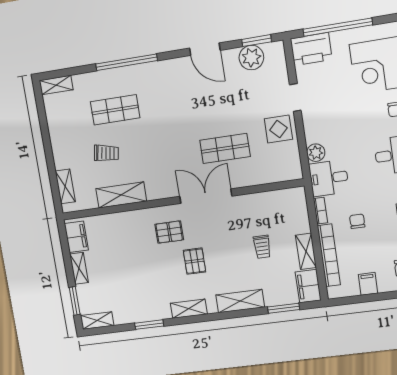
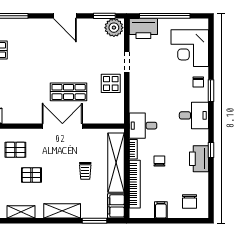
plant: (251, 58) -> (114, 28), moved
plant: (316, 153) -> (136, 105), removed
double door: (206, 196) -> (62, 126), moved
shelving: (306, 251) -> (116, 163), width x2.20, depth x1.33
pallet: (194, 261) -> (31, 175), turned 90

